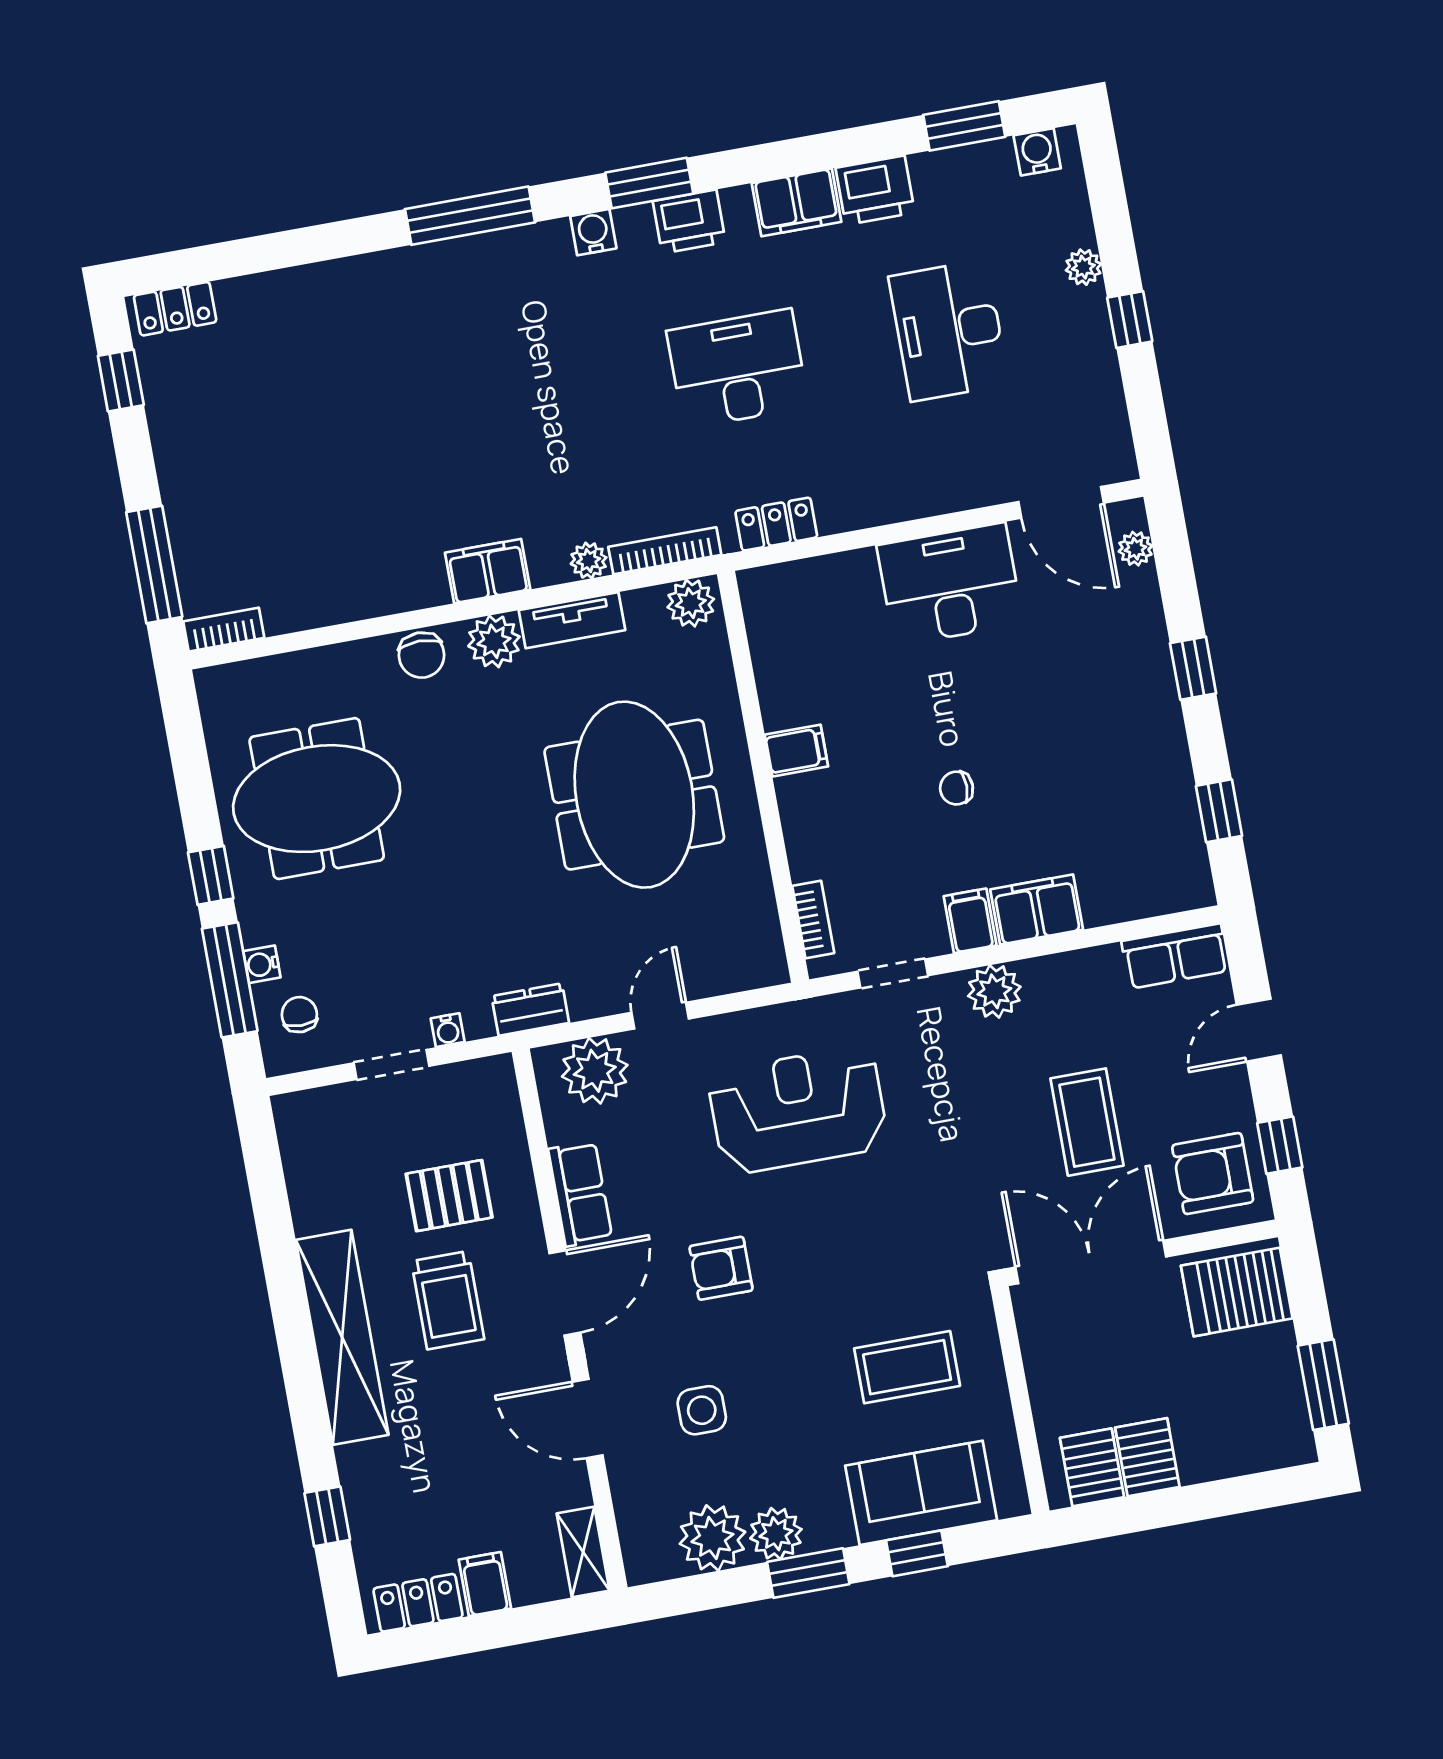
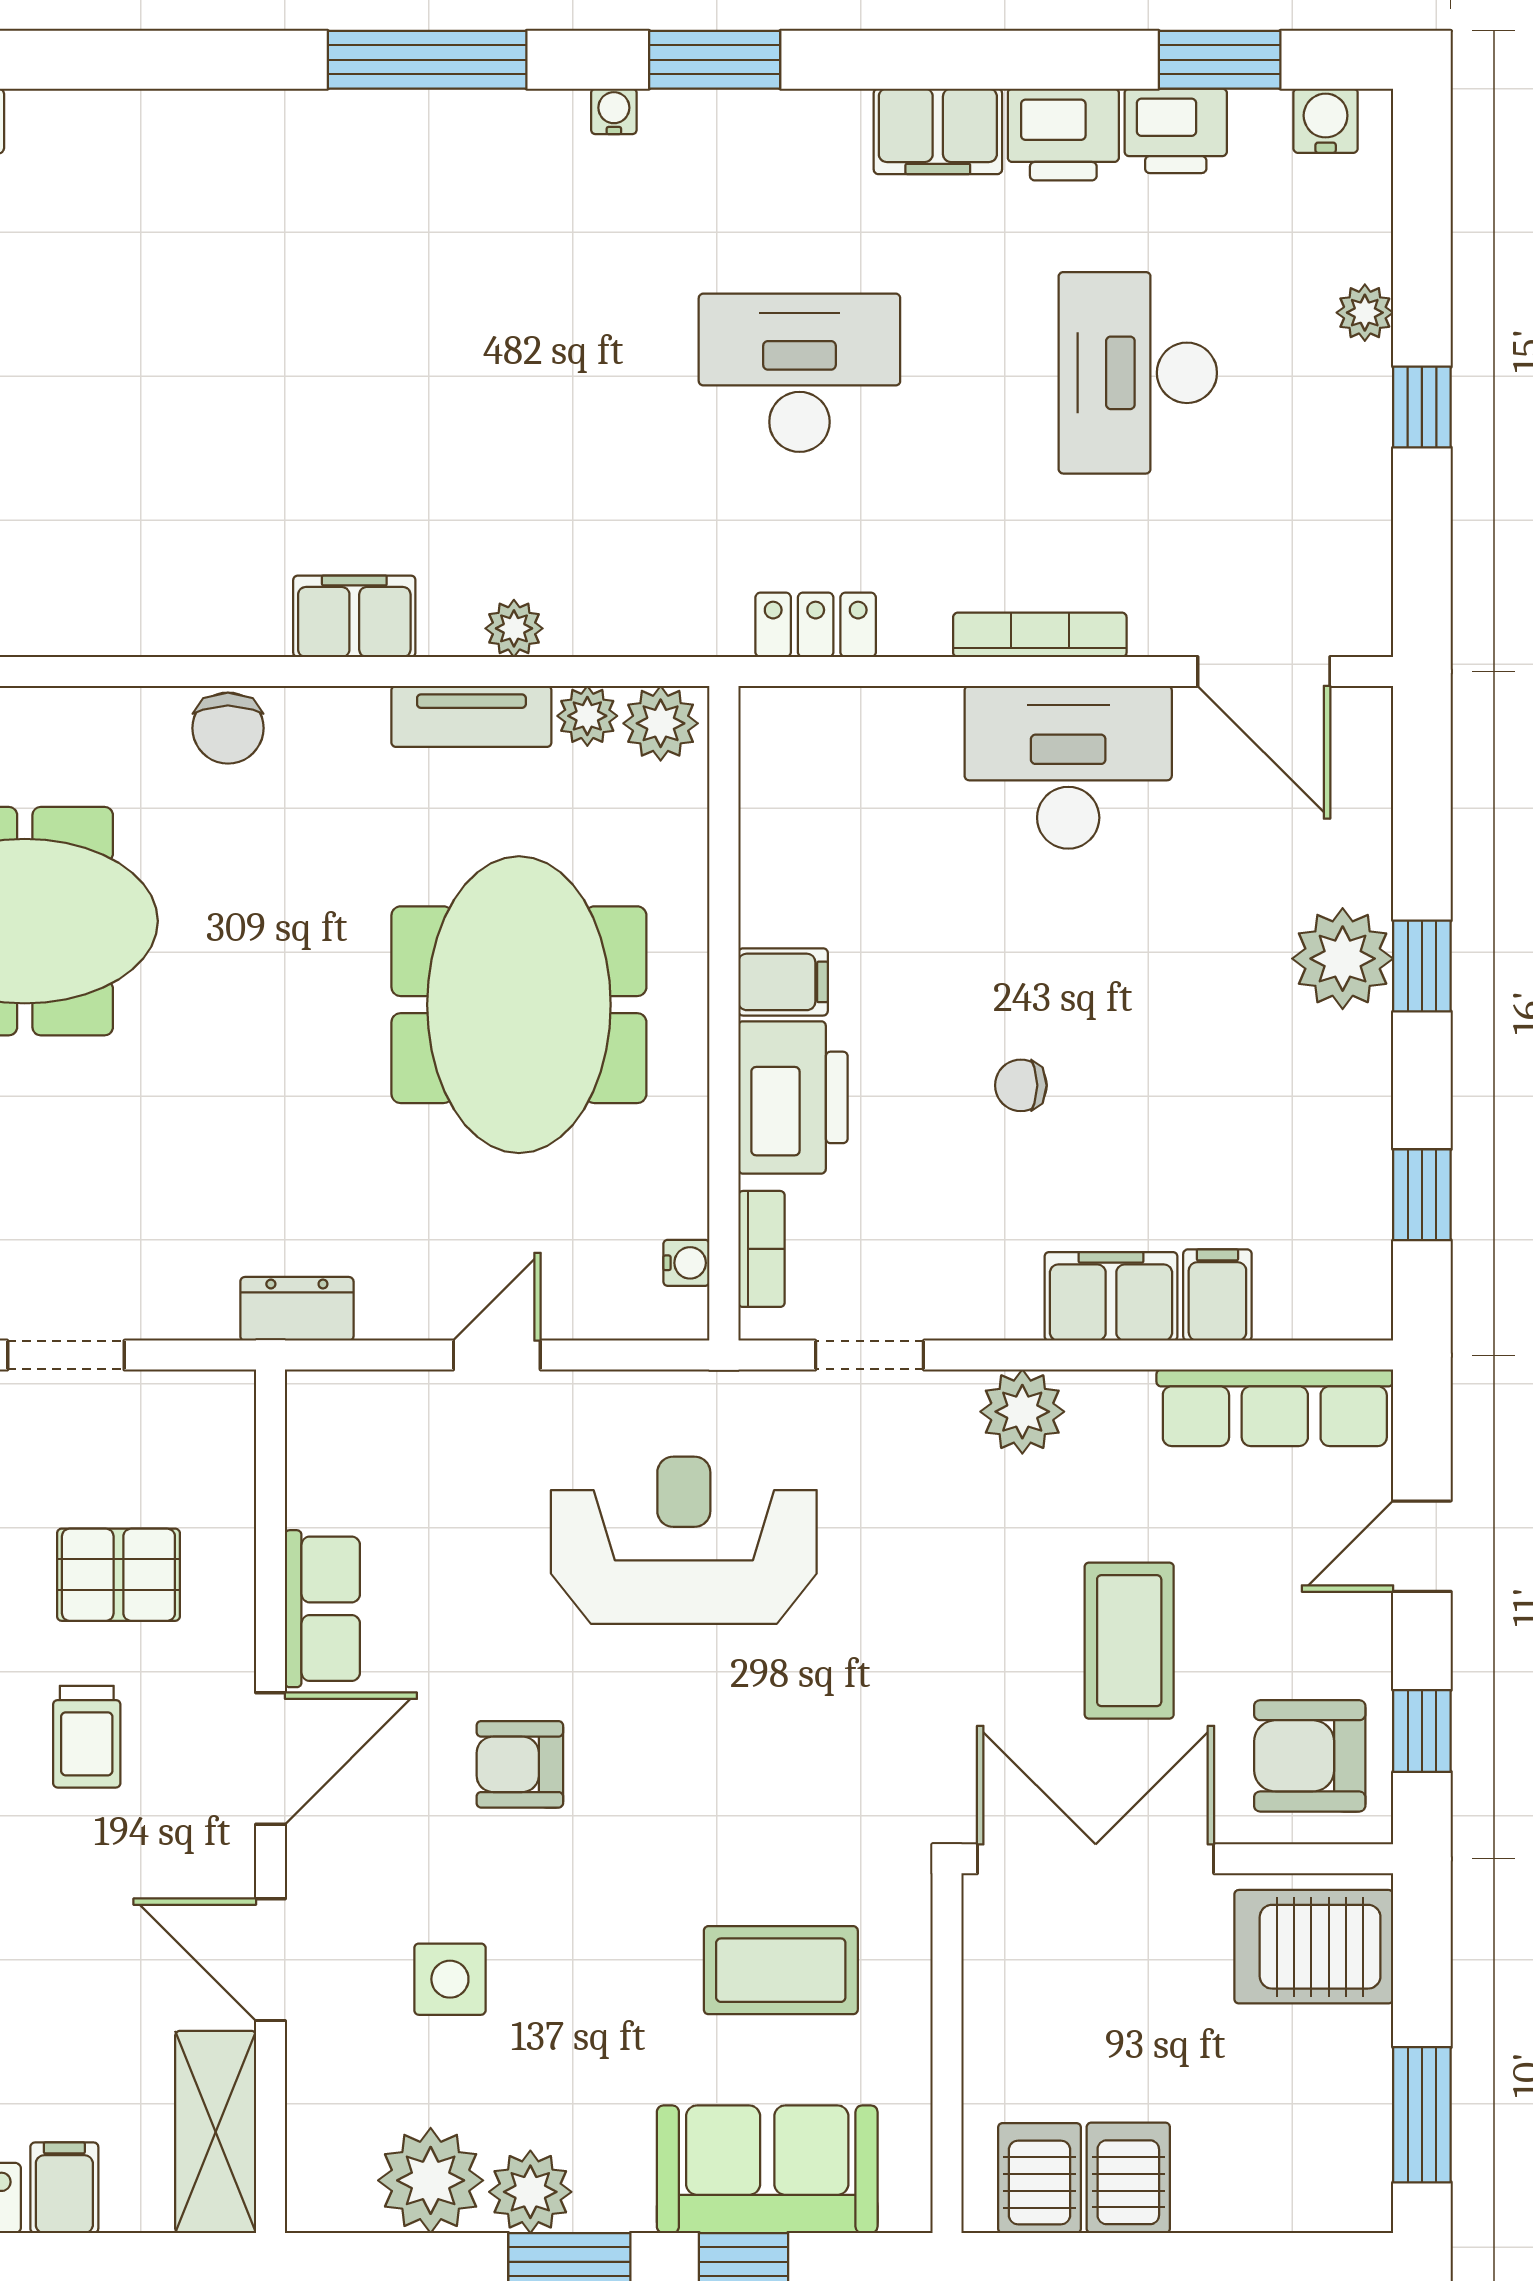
printer: (689, 222) -> (1176, 131), moved
water cooler: (593, 232) -> (614, 111), width x0.72, depth x0.72
plant: (1135, 549) -> (1343, 959), moved, width x1.88, depth x1.88
bookcase: (665, 551) -> (1040, 635), moved
plant: (494, 641) -> (587, 716), moved, width x0.73, depth x0.73
printer: (816, 821) -> (793, 1097), added
filing cabinet: (970, 921) -> (1217, 1295), moved
row of seats: (1175, 956) -> (1275, 1408), width x1.48
water cooler: (448, 1030) -> (686, 1263), moved, turned -90
plant: (595, 1071) -> (380, 1422), removed
trolley: (448, 1300) -> (87, 1737), width x0.73, depth x0.72
shelving: (583, 1552) -> (216, 2132), width x1.50, depth x1.33

